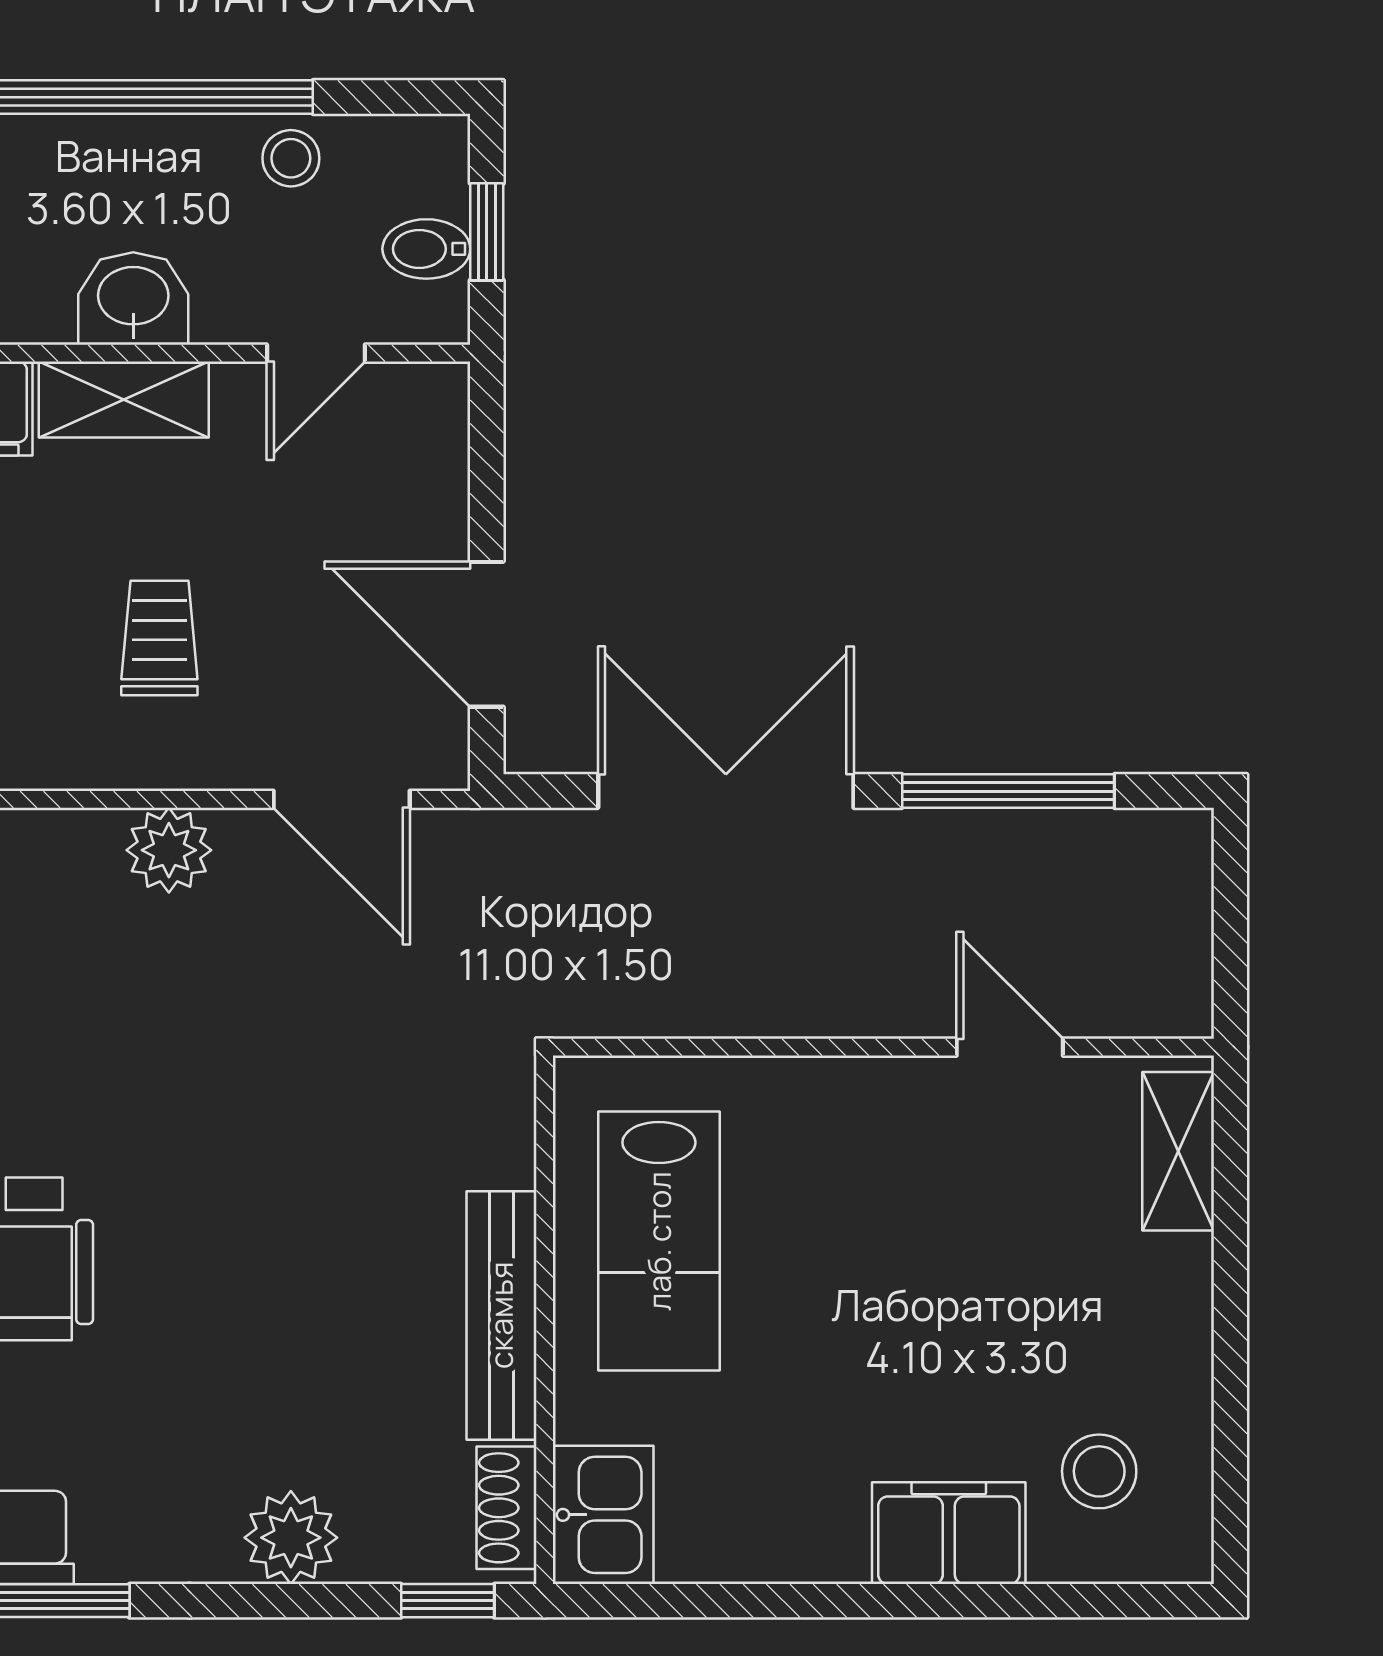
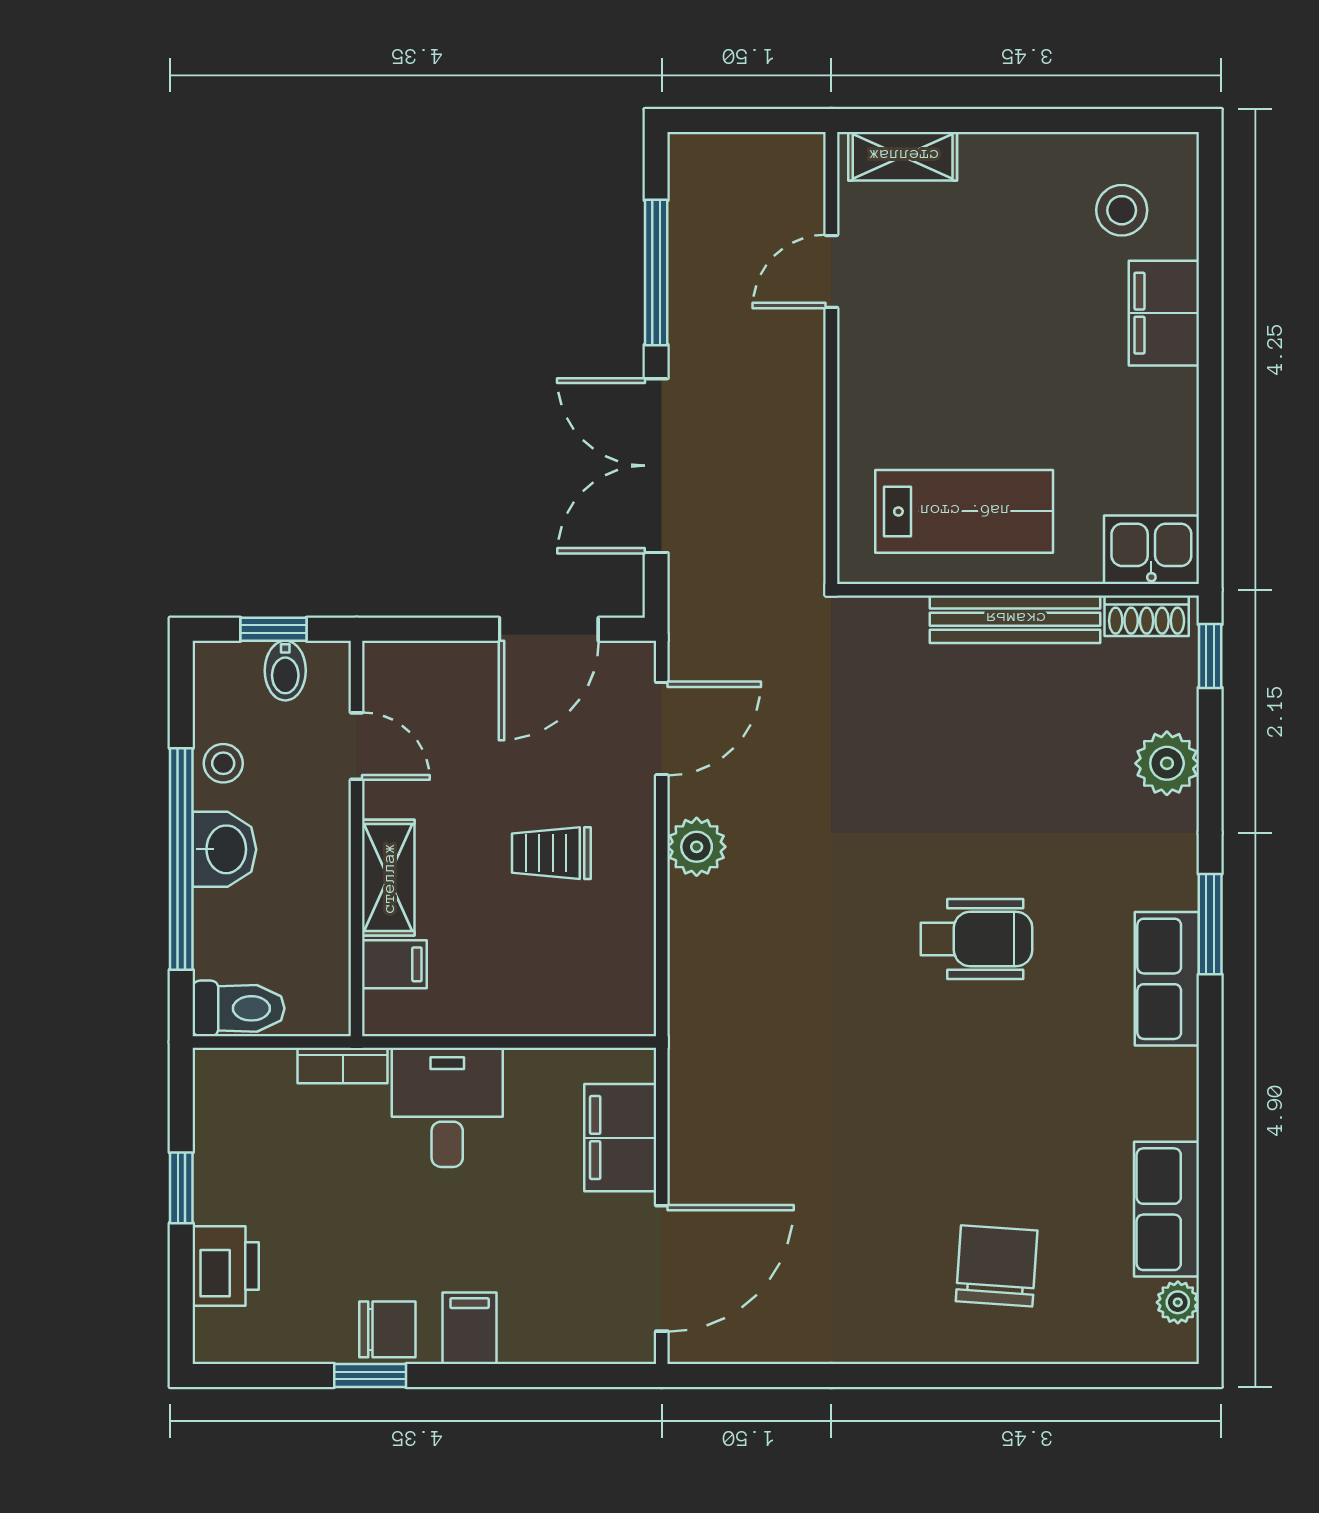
washbasin: (133, 298) -> (224, 849), moved, turned 180

